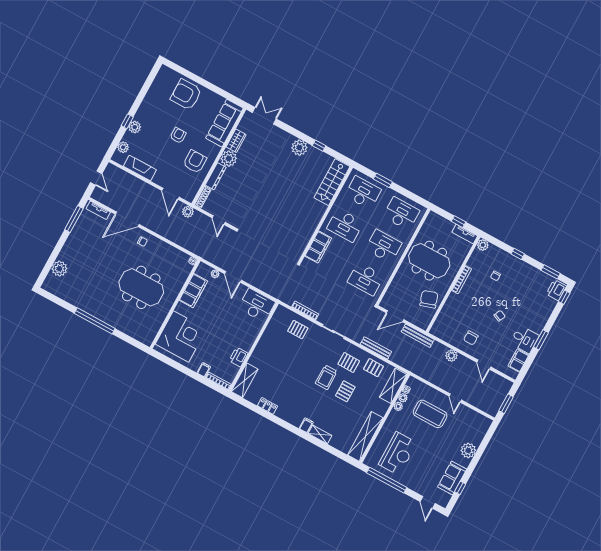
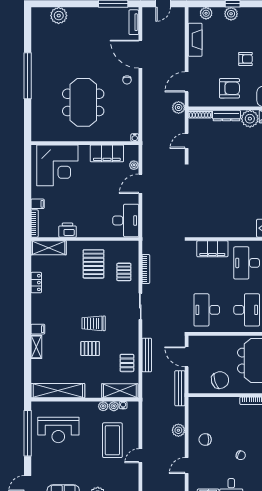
pallet: (349, 362) -> (93, 264), moved, width x1.50, depth x1.42

